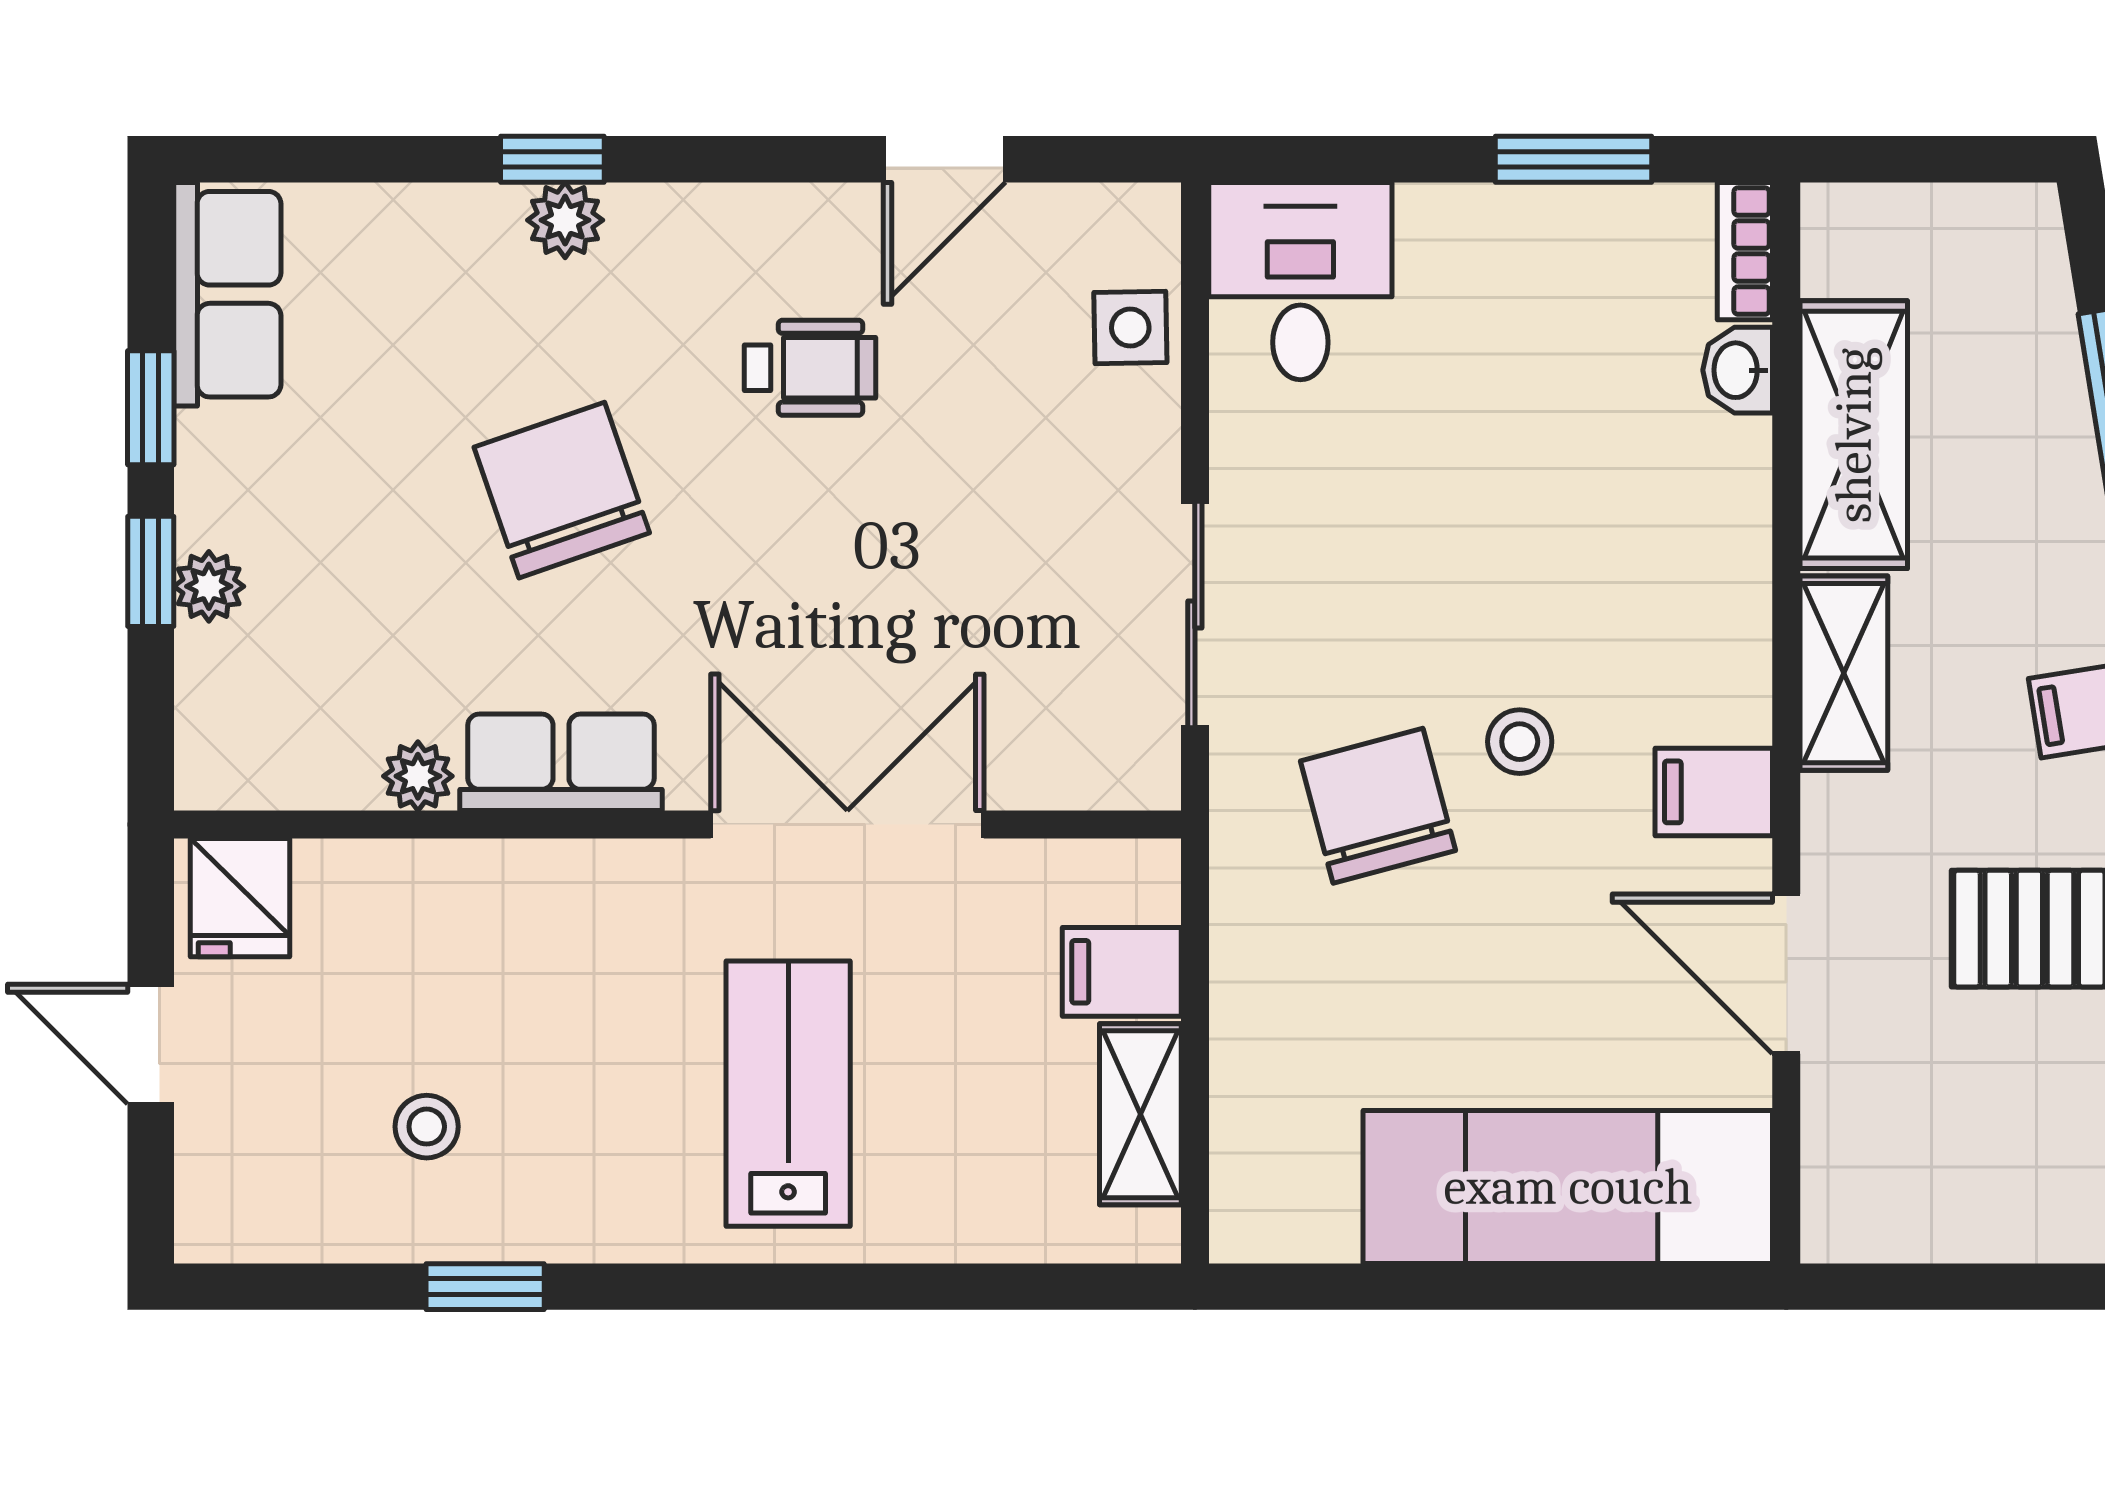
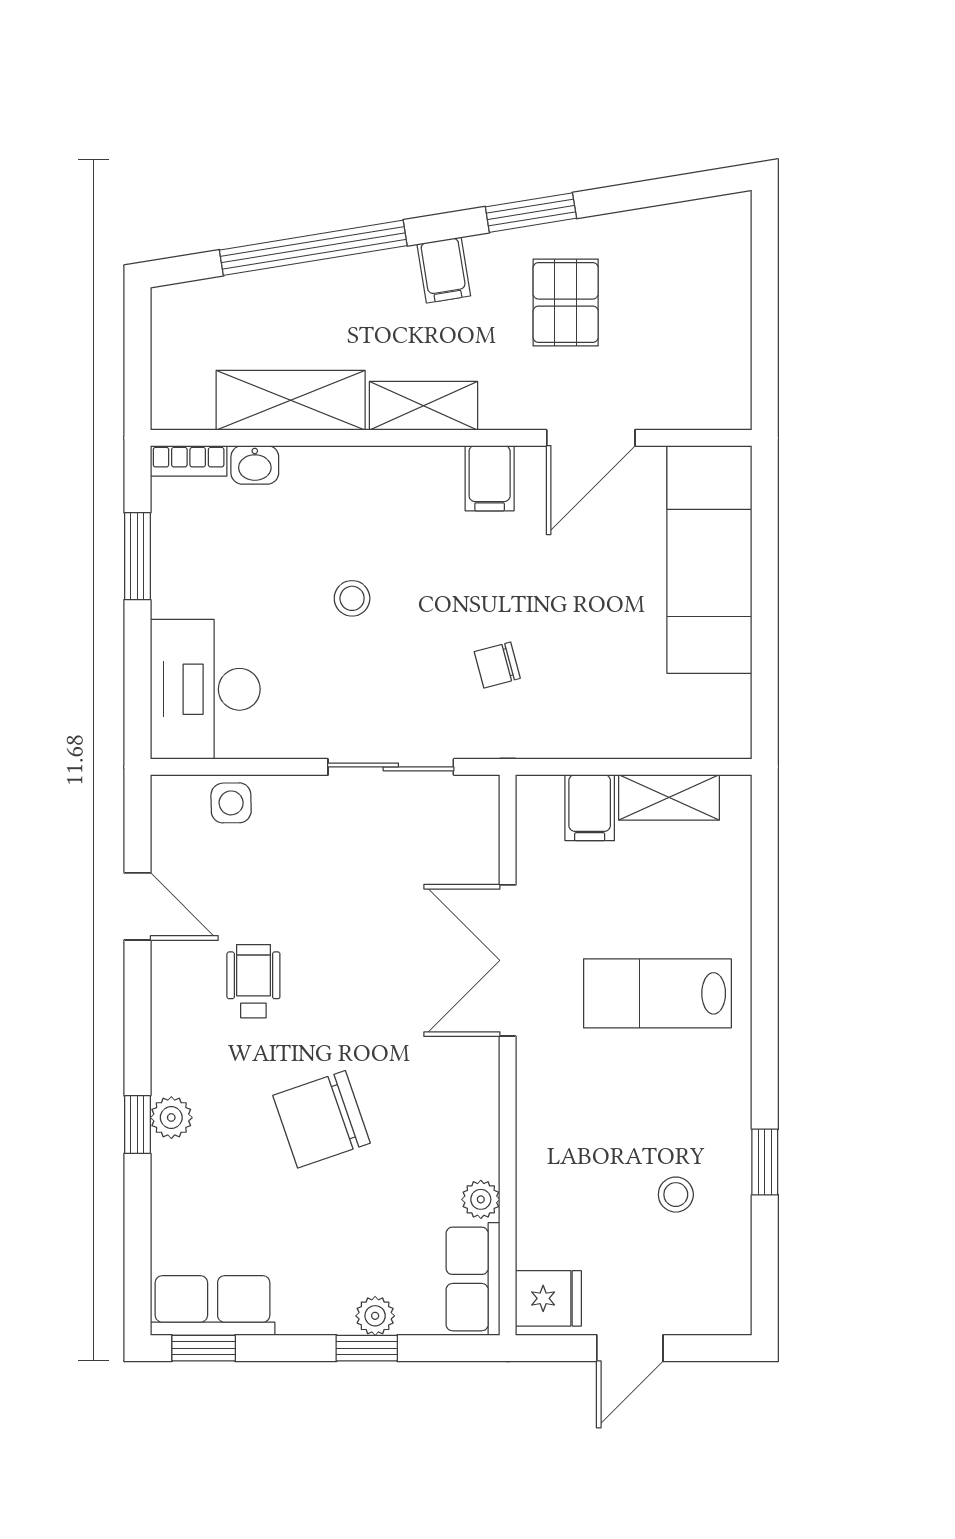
desk: (1300, 281) -> (205, 689), width x1.37
window: (151, 408) -> (204, 1348), moved
stool: (1520, 742) -> (352, 598), moved
row of seats: (561, 762) -> (473, 1279), moved
chair: (1378, 806) -> (497, 665), width x0.54, depth x0.54

